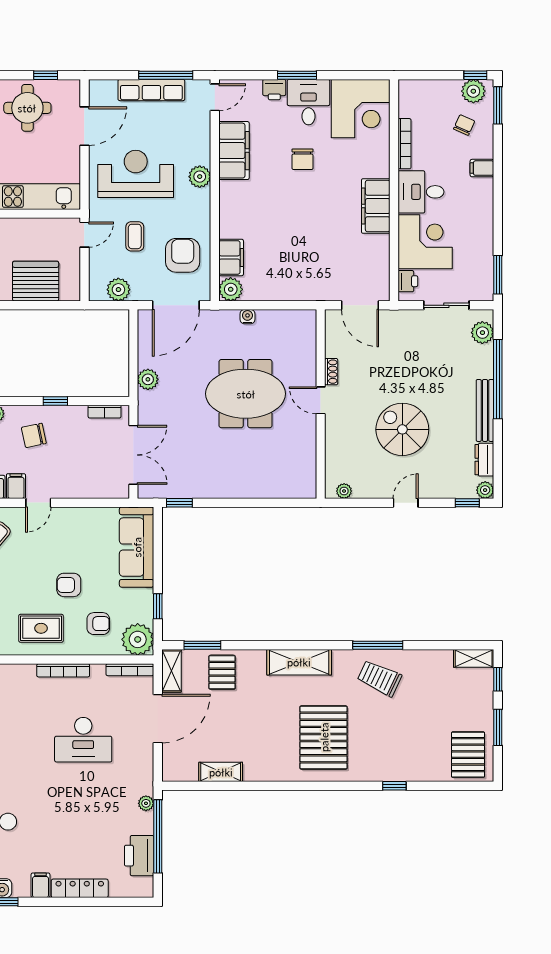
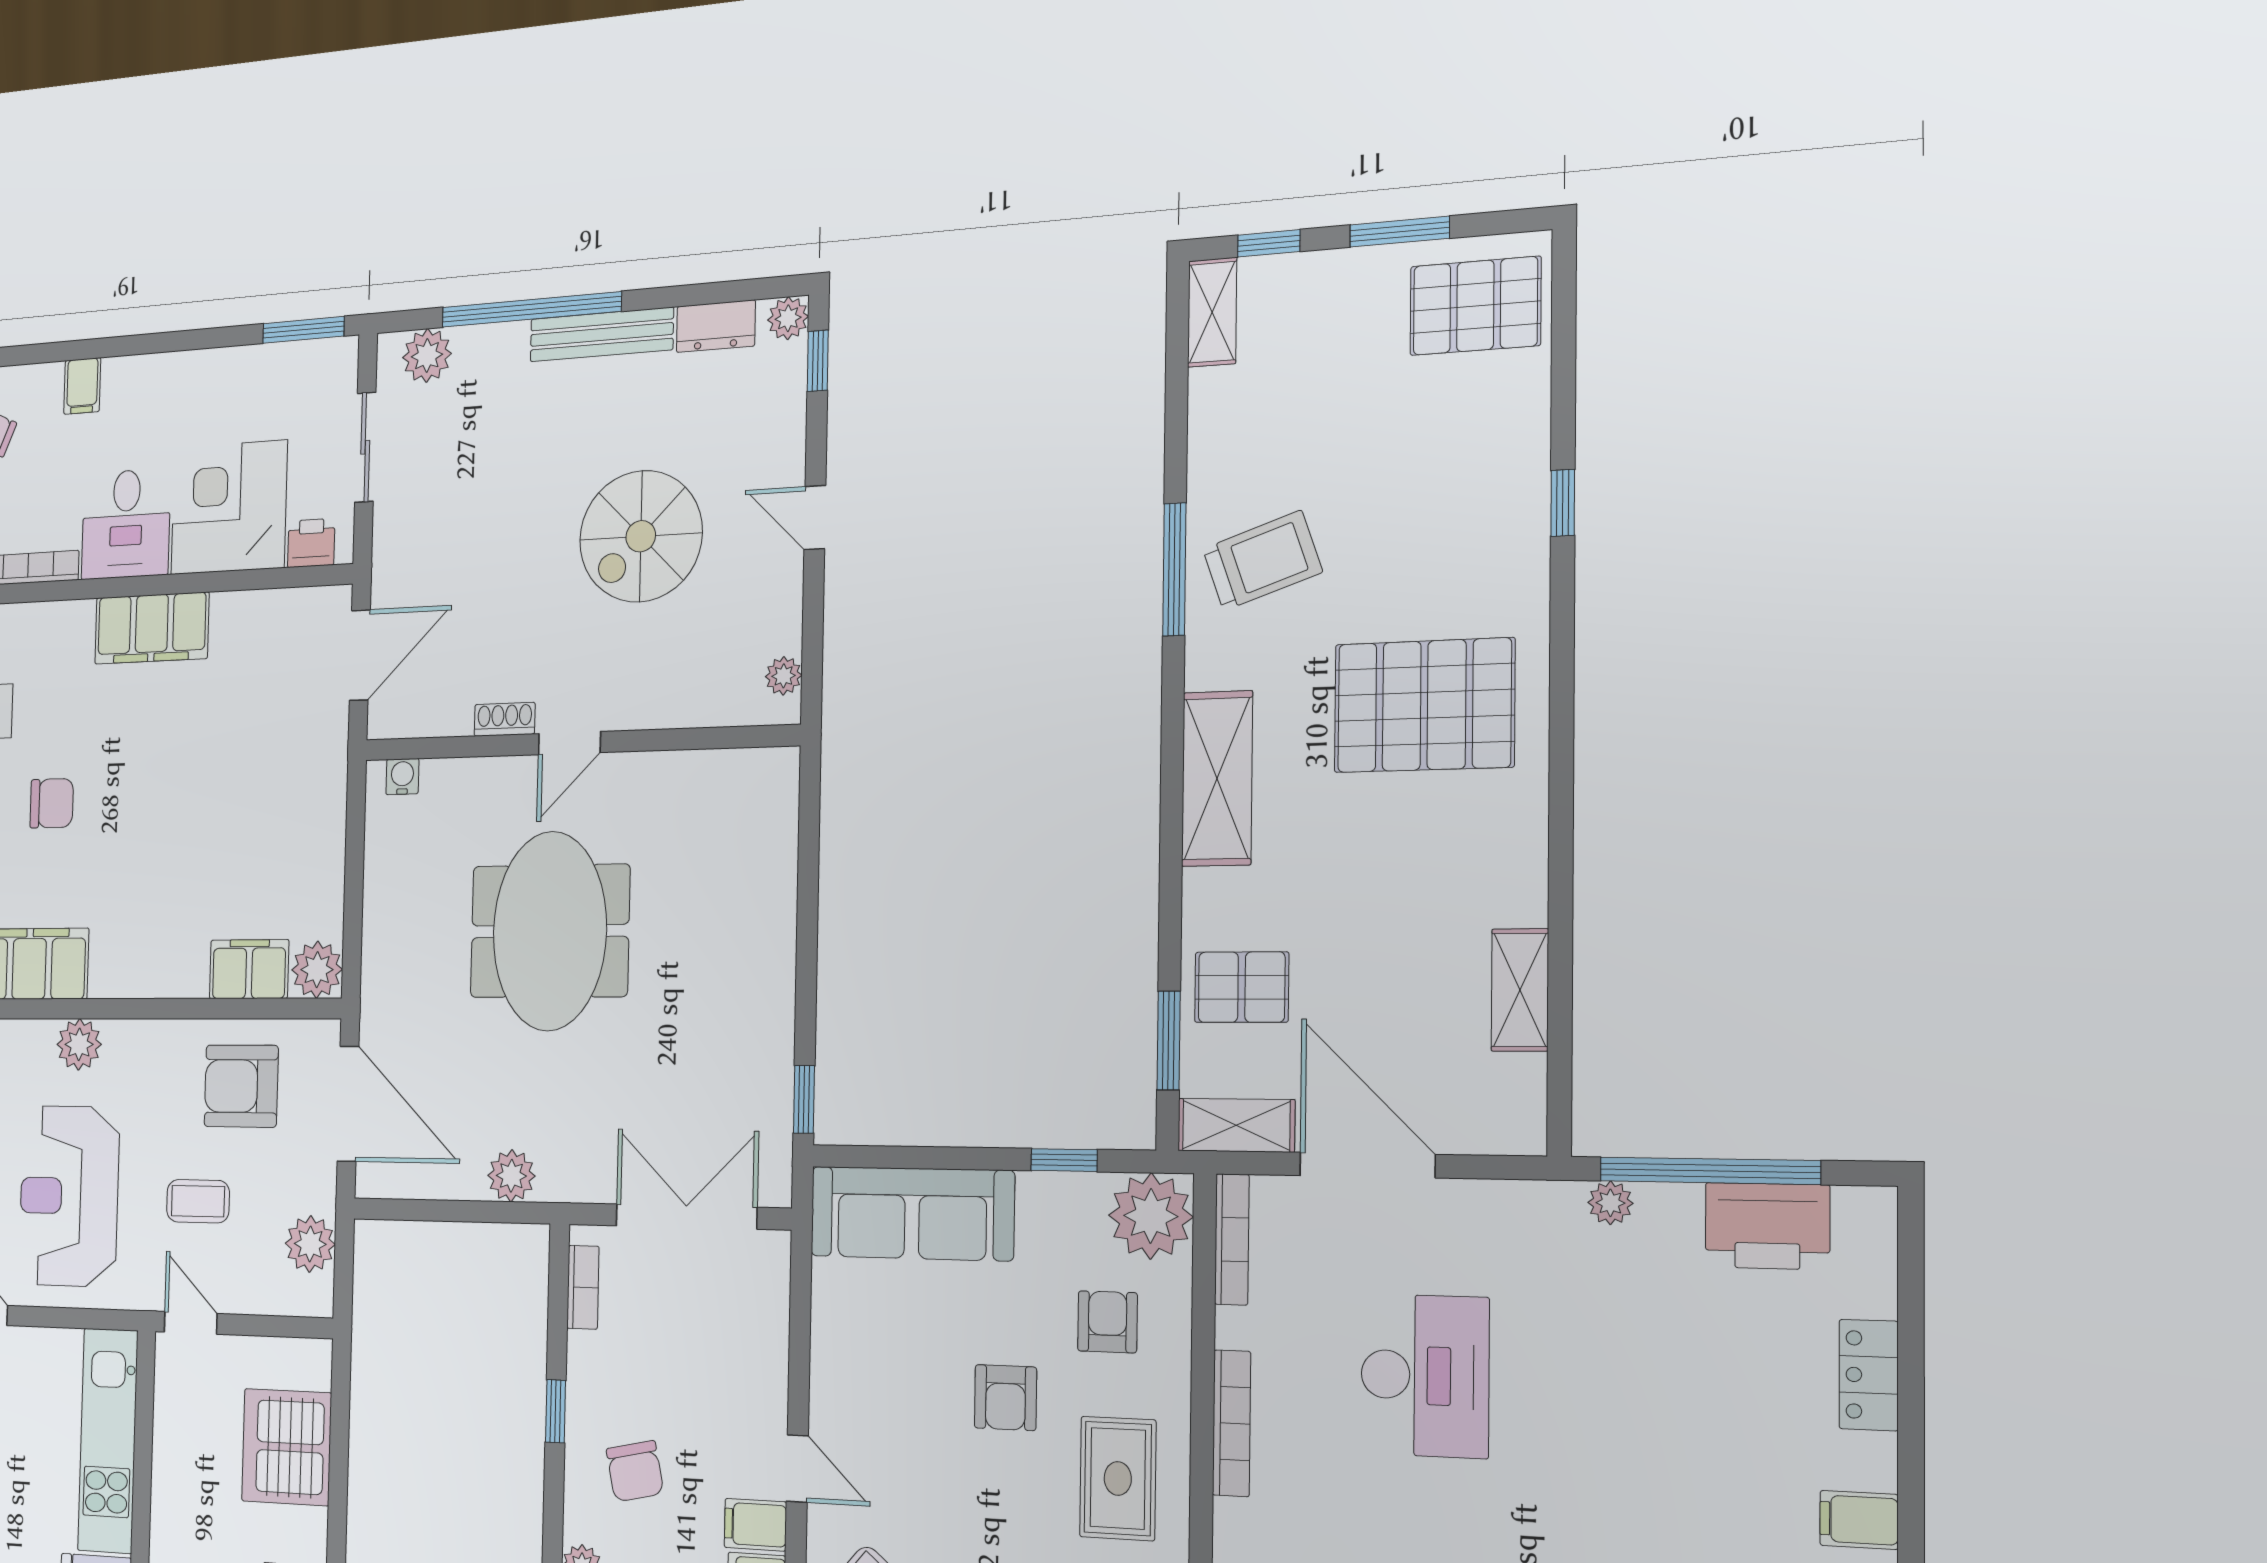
water cooler: (247, 317) -> (402, 777), moved, turned 90
trolley: (379, 678) -> (1262, 561), turned -134
locker: (80, 888) -> (1869, 1375), width x0.66

